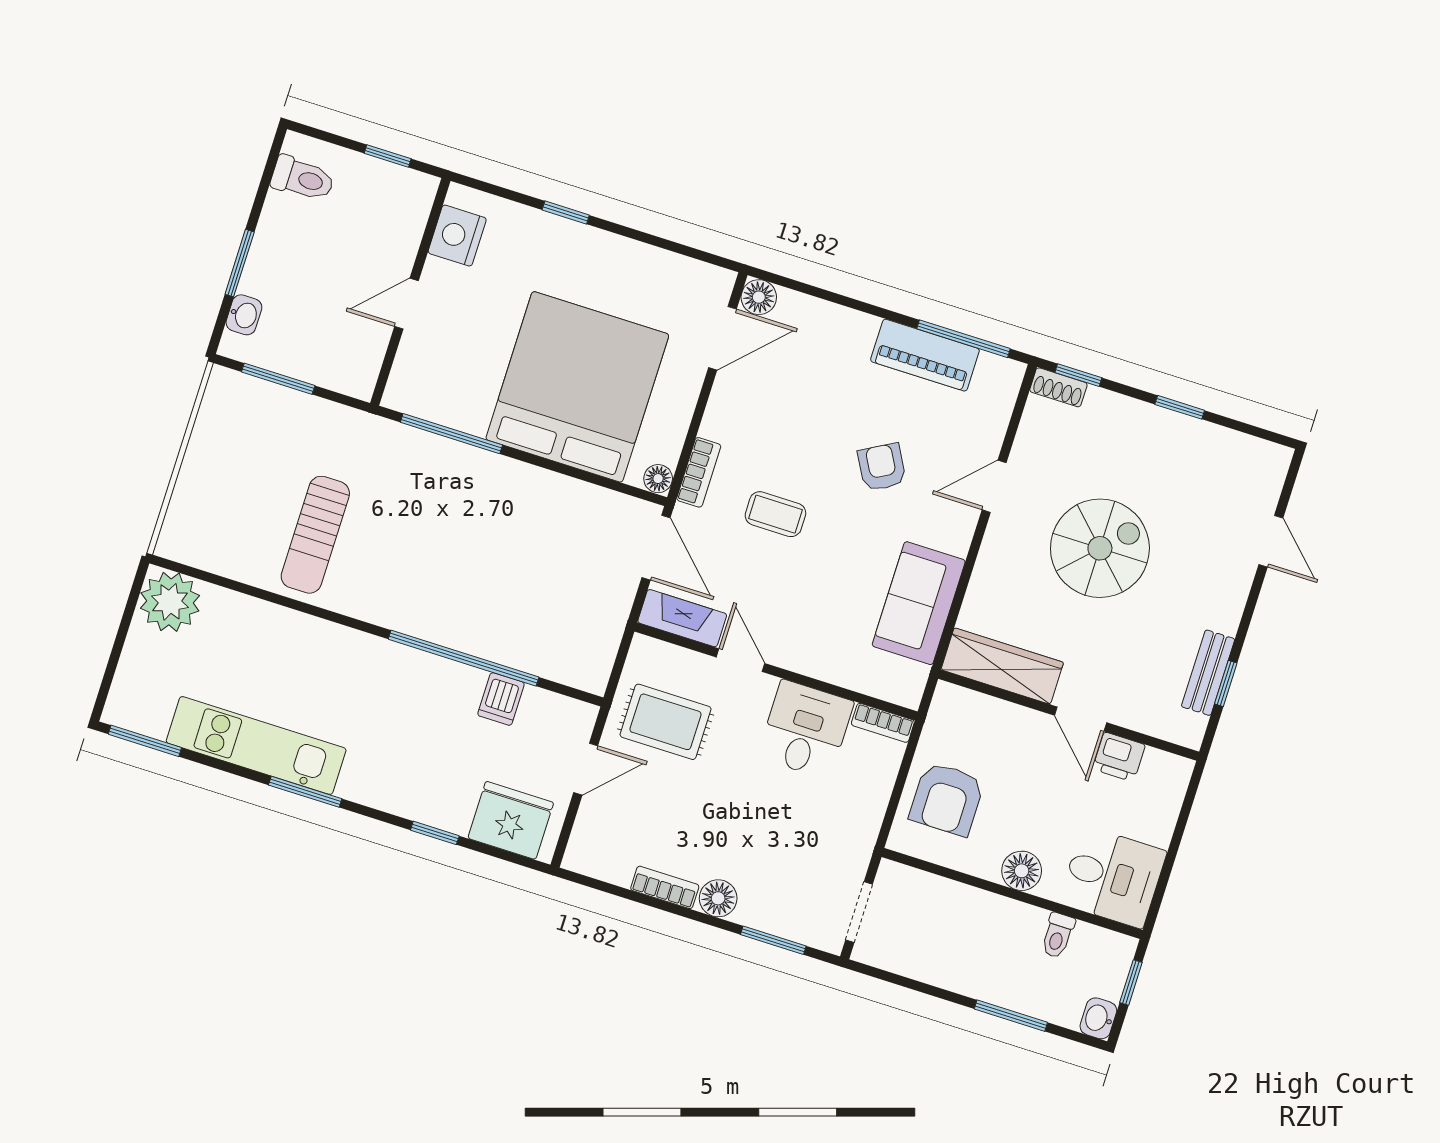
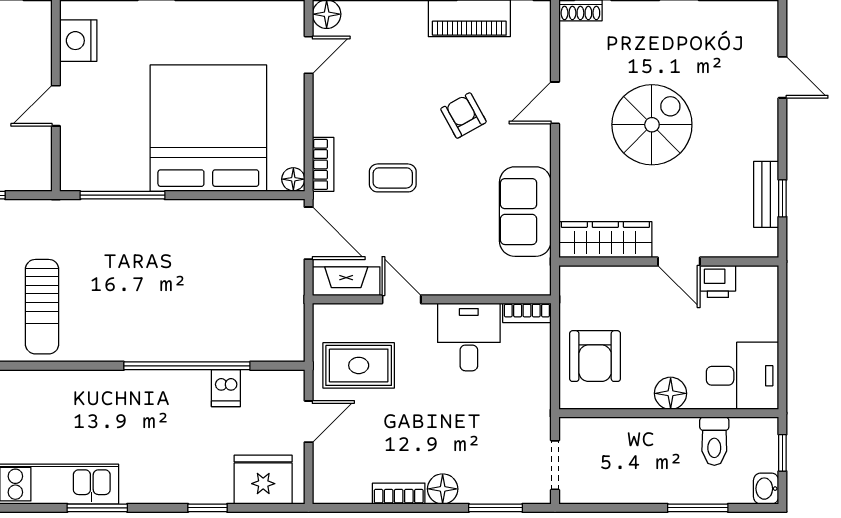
door: (722, 338) -> (309, 55), width x0.73
toilet: (1058, 935) -> (714, 441), width x1.37, depth x1.39

